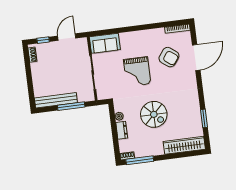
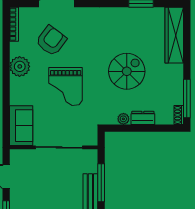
plant: (147, 37) -> (20, 66), added
grand piano: (137, 72) -> (66, 87), turned 90

